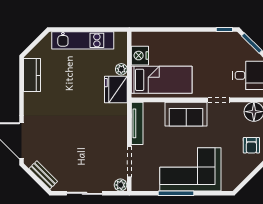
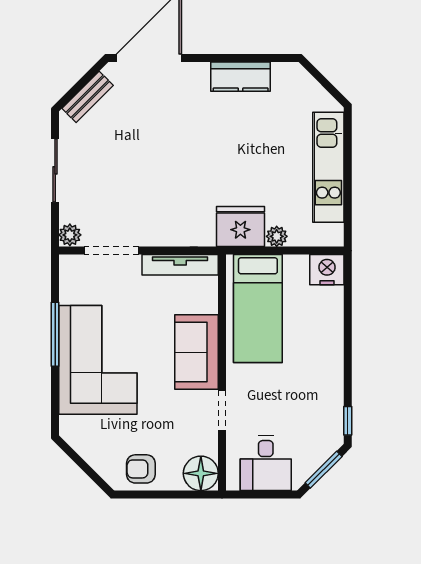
nightstand: (140, 56) -> (327, 270), moved
kitchen counter: (32, 75) -> (241, 77), moved

